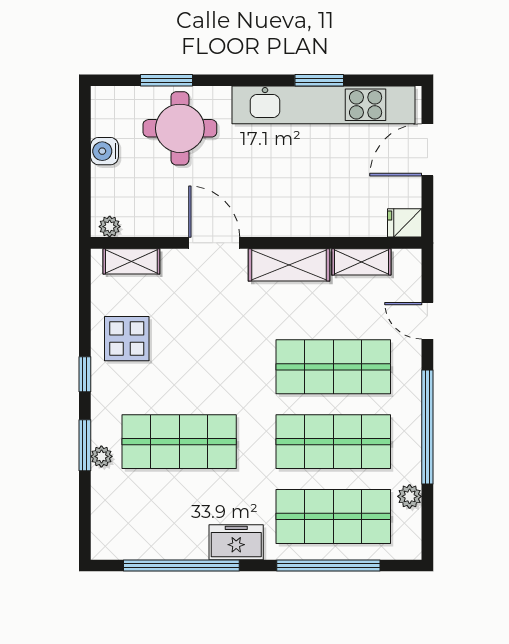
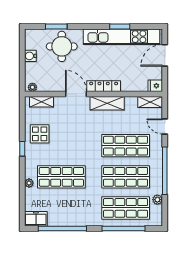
locker: (281, 224) -> (104, 86), added
shelving: (361, 262) -> (150, 102), moved
window: (85, 445) -> (22, 178), removed
freezer: (236, 542) -> (36, 219), moved

